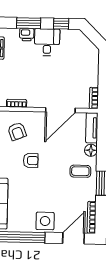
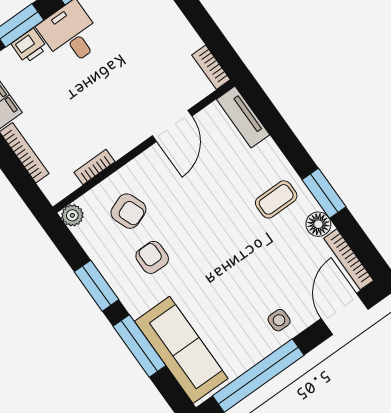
door: (60, 110) -> (172, 126), width x0.73
floor lamp: (91, 150) -> (318, 224), moved
armchair: (31, 161) -> (152, 257), moved, turned -90
side table: (45, 221) -> (279, 320), width x0.54, depth x0.54

